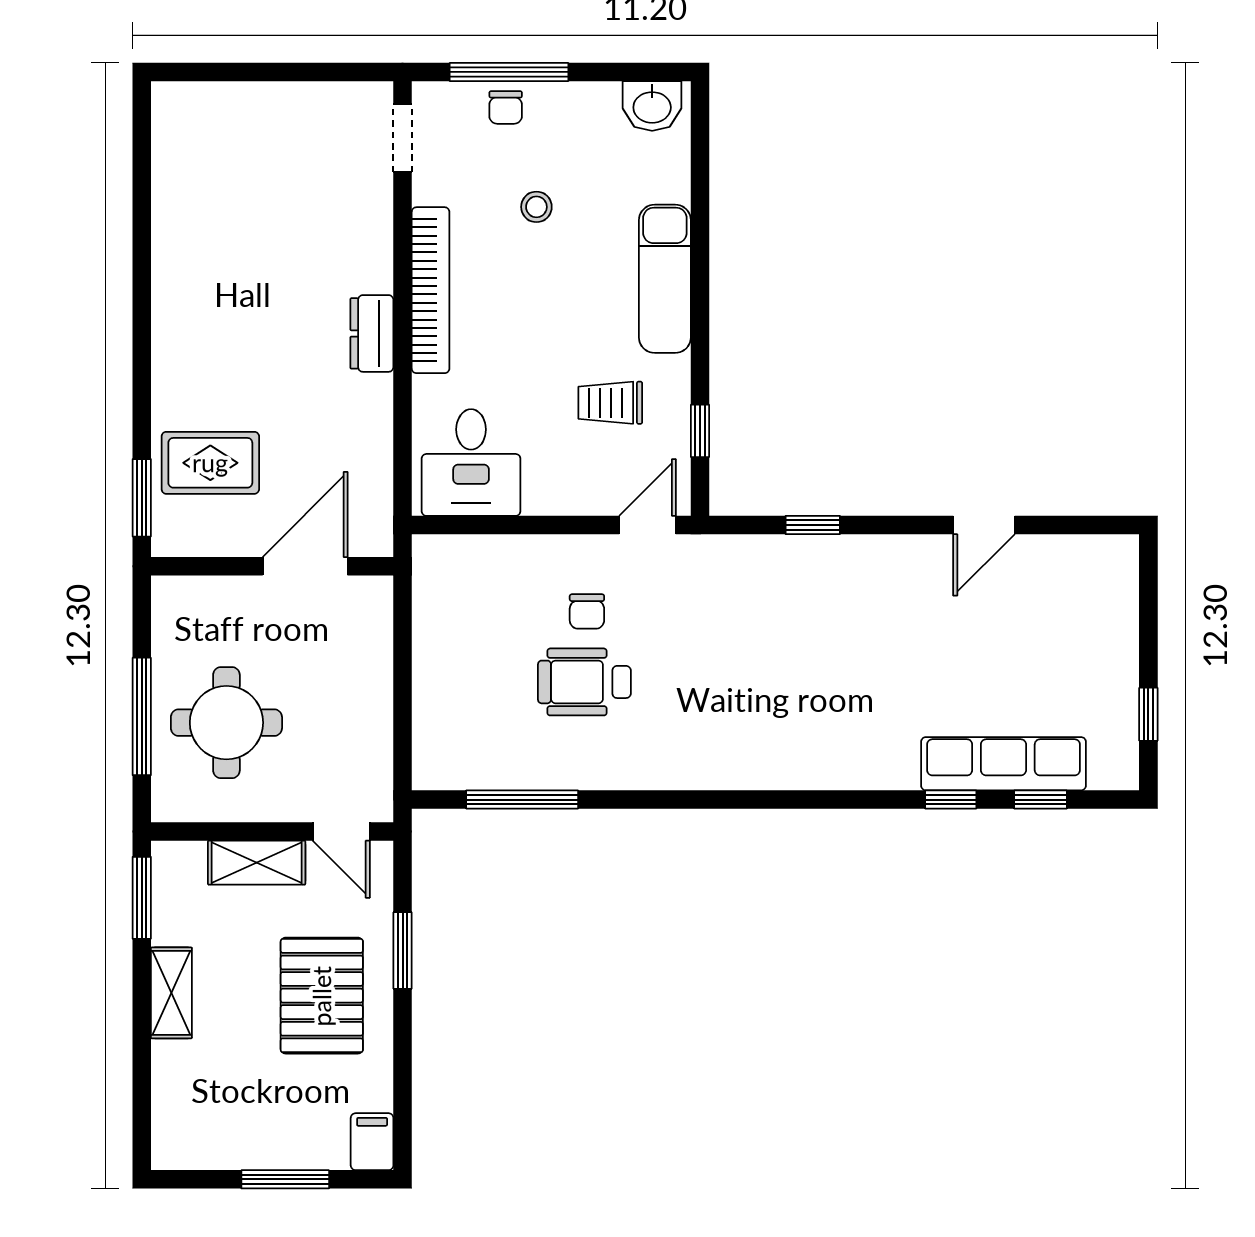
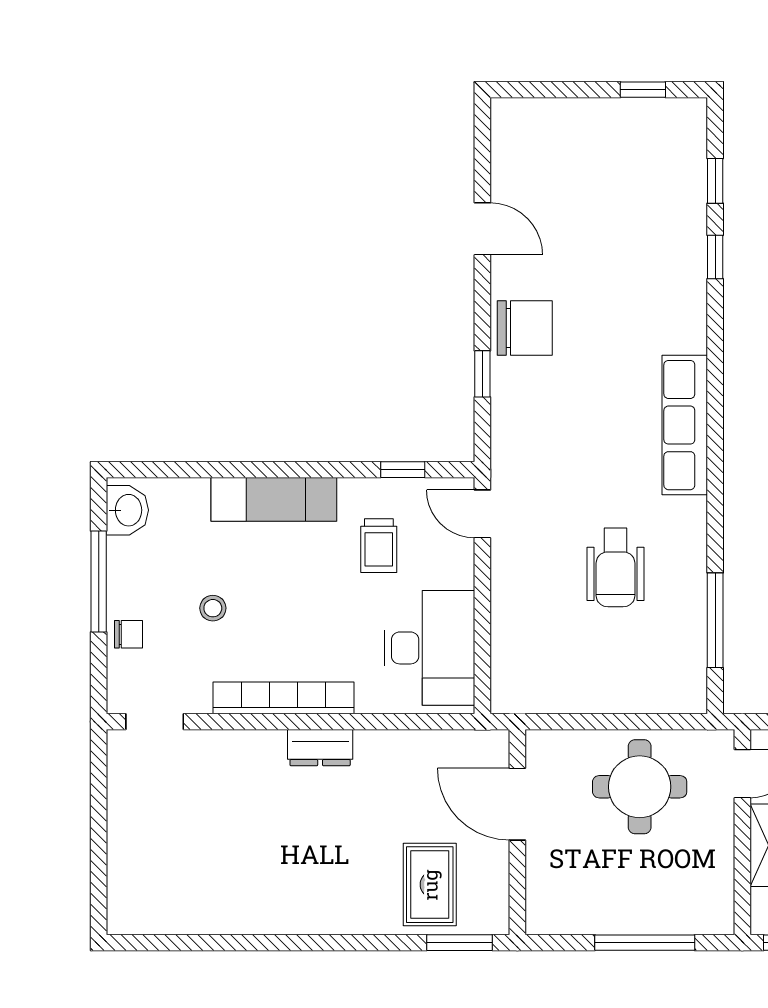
window: (509, 72) -> (99, 581), moved
desk: (471, 463) -> (430, 648), width x1.37
chair: (587, 611) -> (525, 328), moved, width x1.87, depth x1.87
round table: (226, 723) -> (640, 787), moved
row of seats: (1003, 764) -> (685, 425), moved

